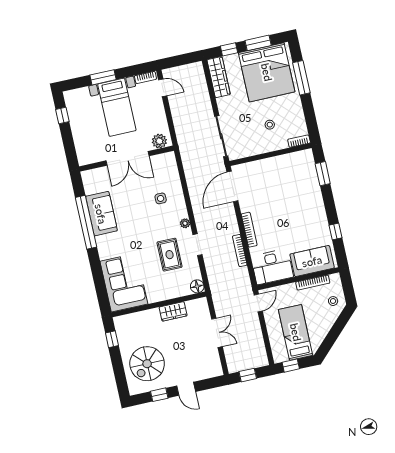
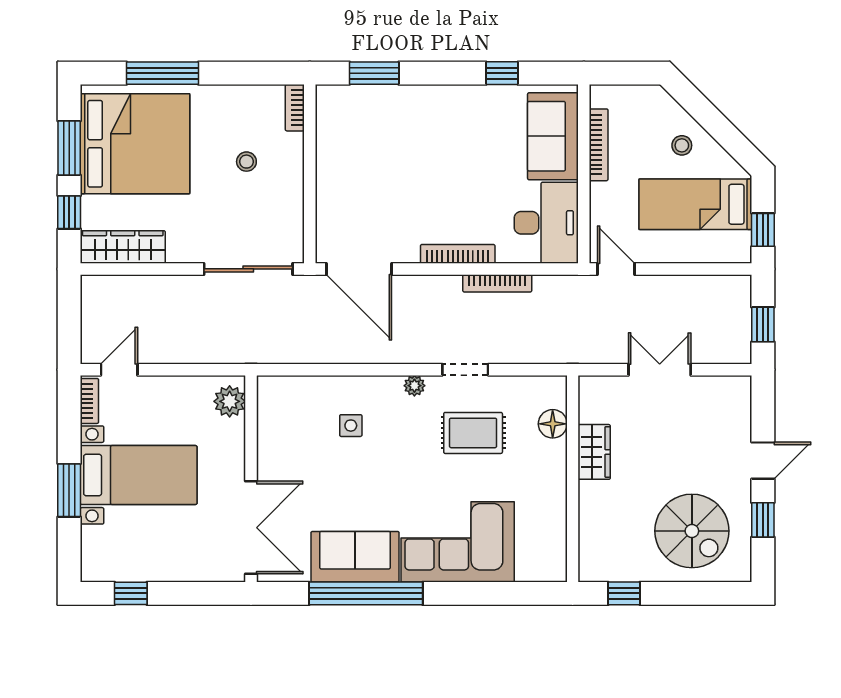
double door: (127, 158) -> (251, 528), moved
corner sofa: (124, 283) -> (458, 542), moved
floor lamp: (197, 286) -> (553, 424), moved
stool: (333, 301) -> (682, 145), moved

